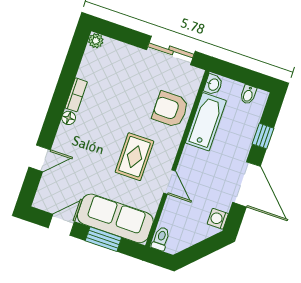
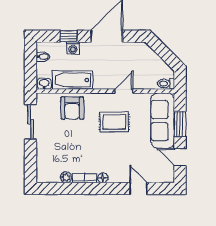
plant: (96, 41) -> (66, 177), moved
washing machine: (218, 219) -> (73, 48), moved

